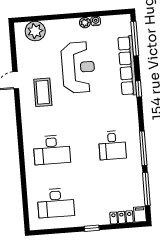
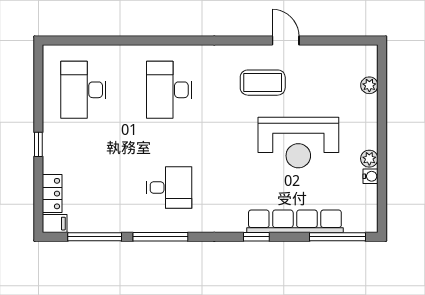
plant: (35, 31) -> (369, 85), width x0.53, depth x0.53
desk: (112, 145) -> (169, 188), turned 180

